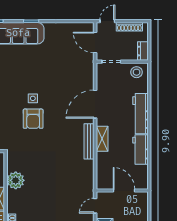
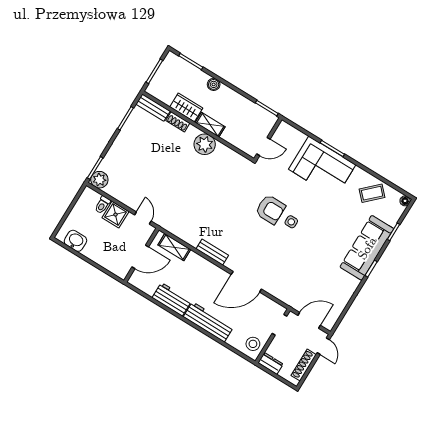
door: (95, 104) -> (246, 282), swing flipped
armchair: (33, 119) -> (270, 209), turned 180
shelving: (102, 139) -> (174, 247), moved
bench: (89, 141) -> (212, 252), width x0.73
plant: (16, 180) -> (205, 144), moved

